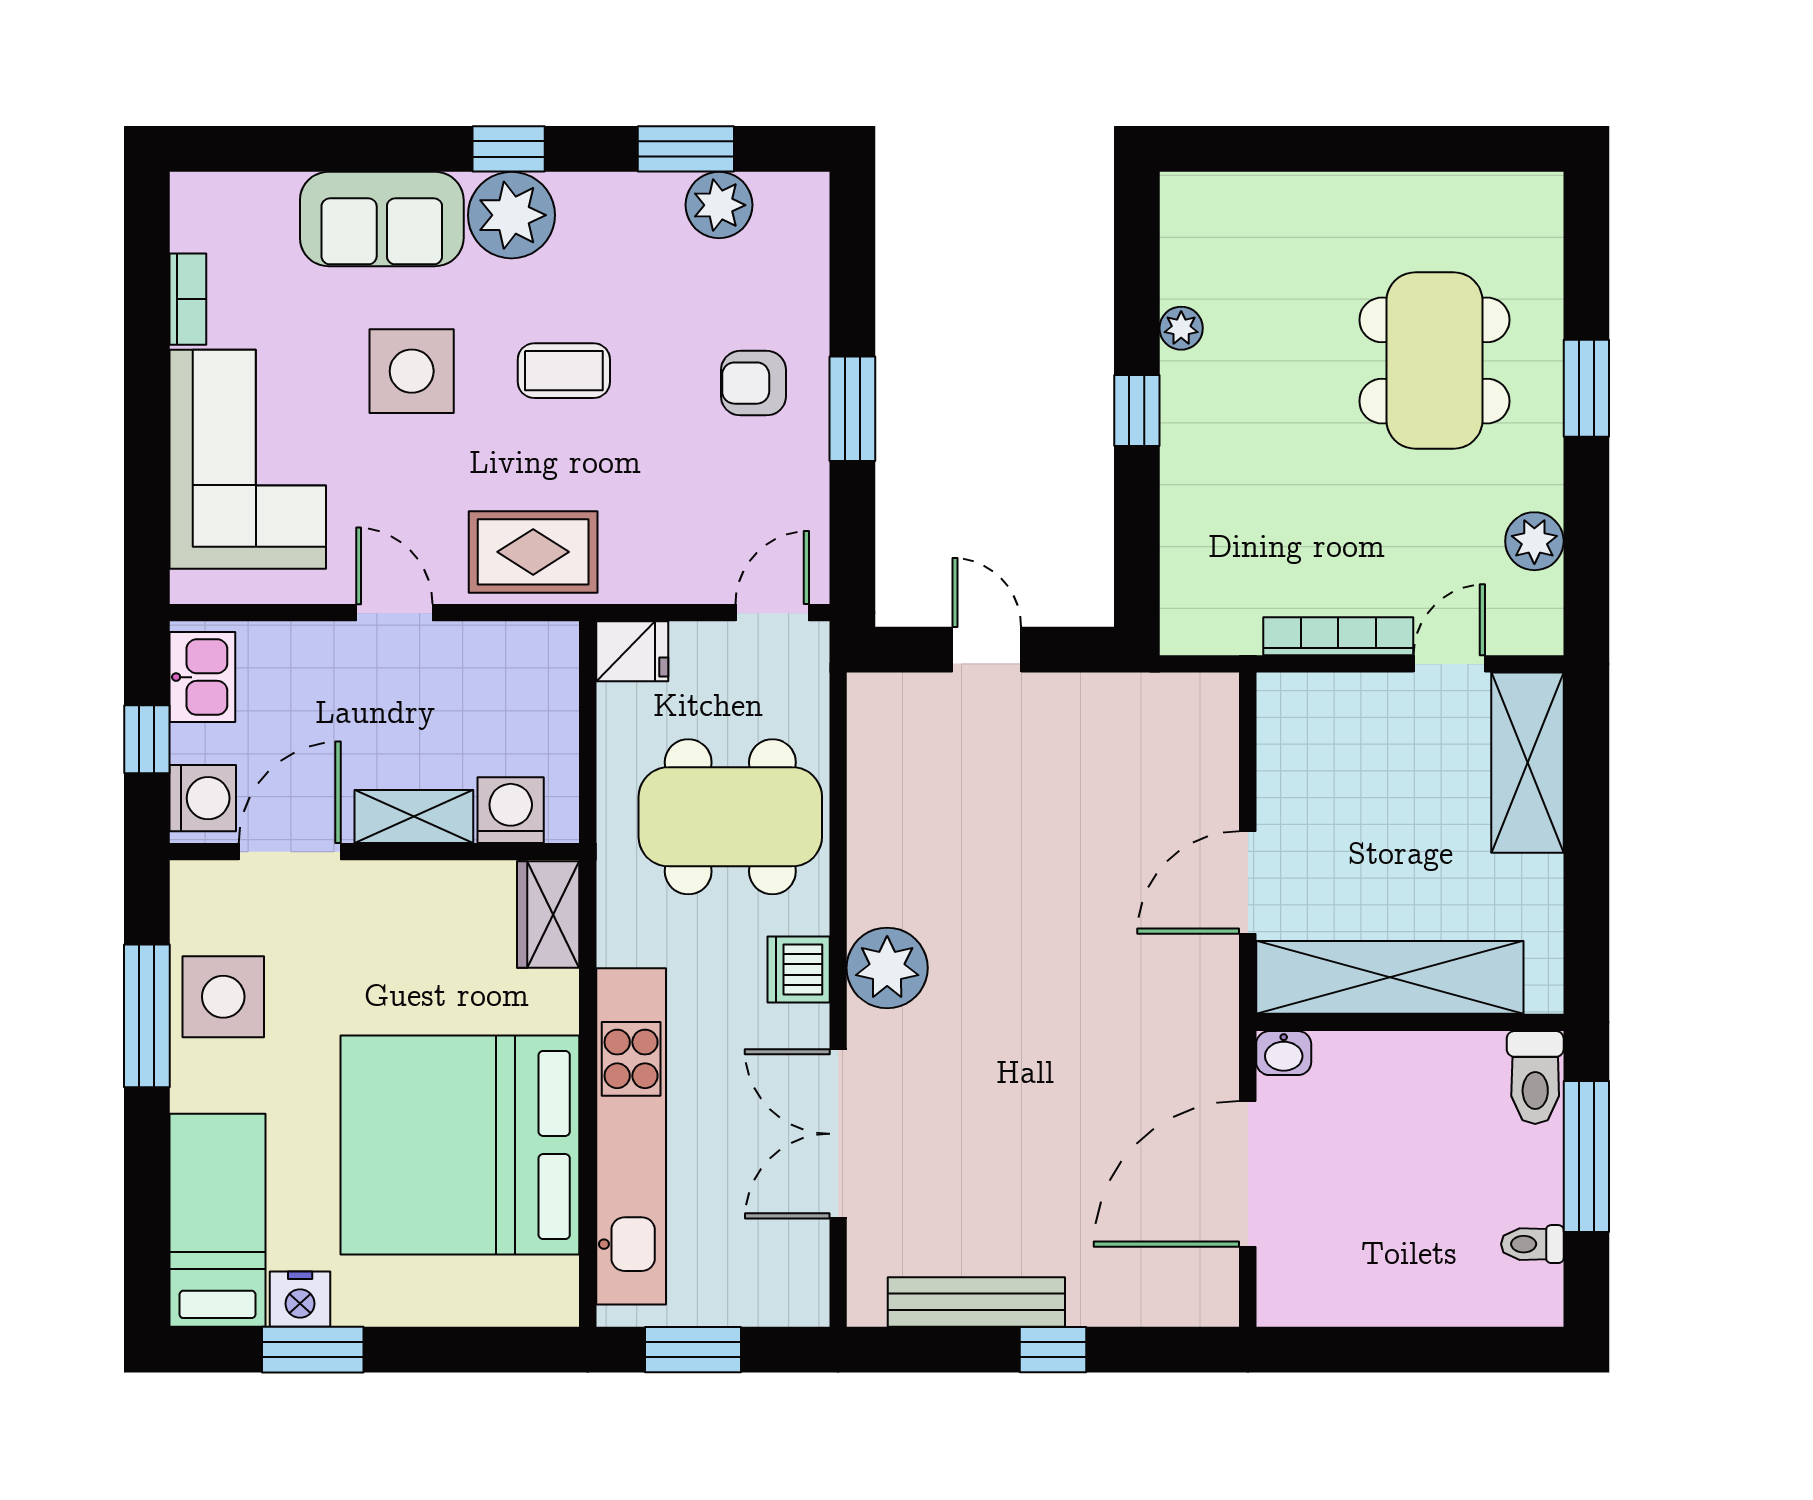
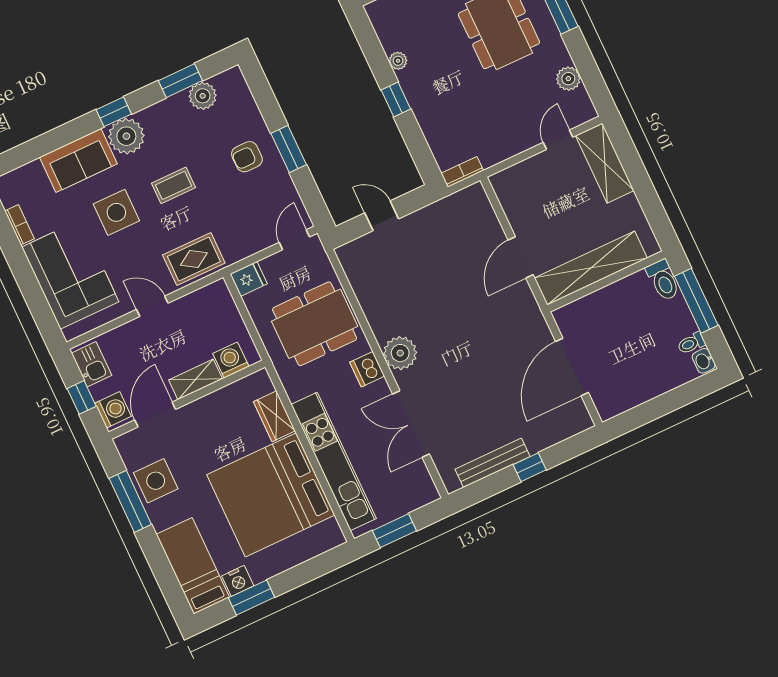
bookcase: (1338, 636) -> (462, 172), moved, width x0.64
wardrobe: (548, 915) -> (274, 416), moved
washbasin: (1284, 1053) -> (704, 361), moved, turned 90

